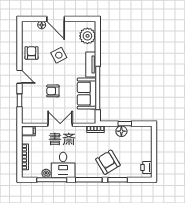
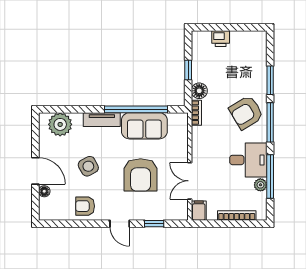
door: (56, 19) -> (35, 171), hinge flipped
door: (20, 77) -> (120, 224), swing flipped
armchair: (53, 91) -> (141, 175), width x1.88, depth x1.88
double door: (60, 125) -> (190, 181), moved
floor lamp: (121, 131) -> (199, 91), moved
armchair: (108, 162) -> (246, 112), moved
printer: (146, 168) -> (221, 39), moved

